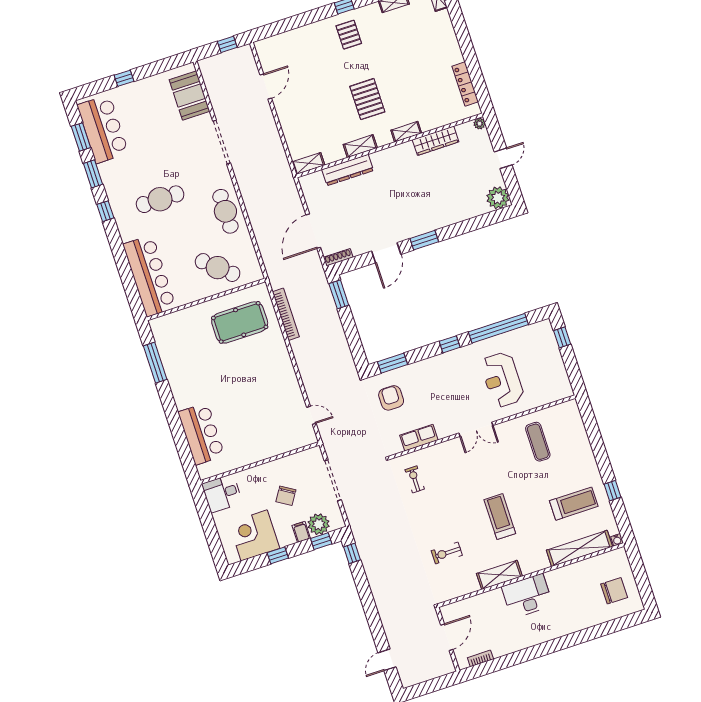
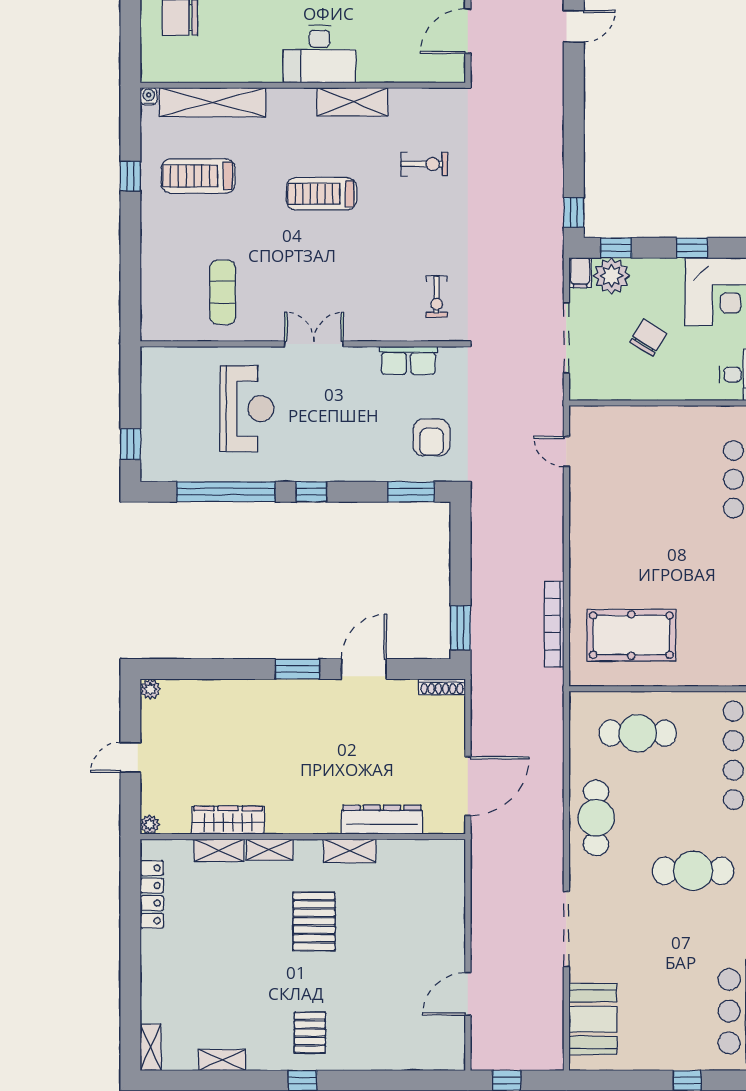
shelving: (308, 163) -> (219, 850), moved
plant: (498, 198) -> (150, 689), width x0.53, depth x0.53
door: (313, 231) -> (468, 786), moved
cafe table: (218, 268) -> (638, 733), turned -41
treadmill: (500, 517) -> (322, 194), turned 90
filing cabinet: (301, 532) -> (580, 273), moved

